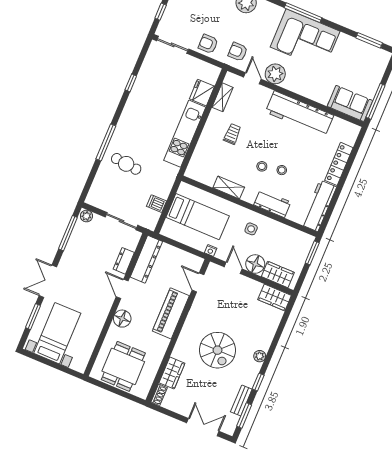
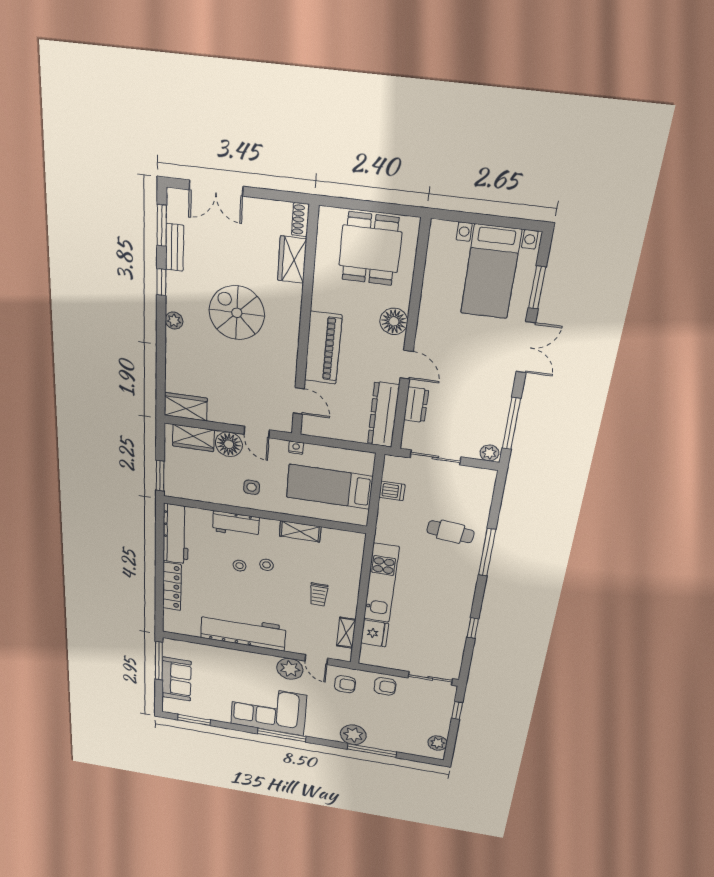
sofa: (350, 103) -> (176, 679), moved, turned -90

